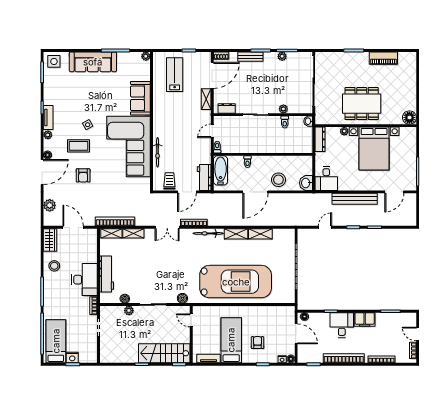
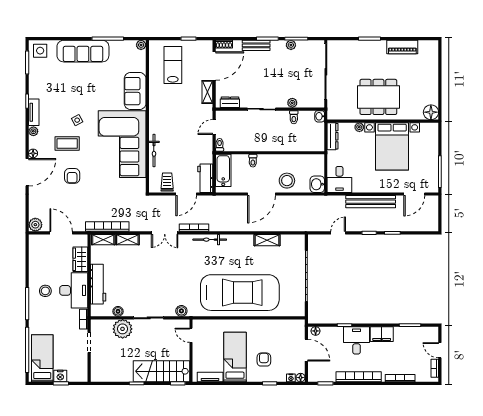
plant: (50, 205) -> (35, 225), moved
shelving: (236, 234) -> (240, 240), removed
wardrobe: (50, 240) -> (80, 259), moved, turned 180
stool: (54, 266) -> (45, 291), moved
plant: (129, 311) -> (123, 329), width x1.88, depth x1.88

